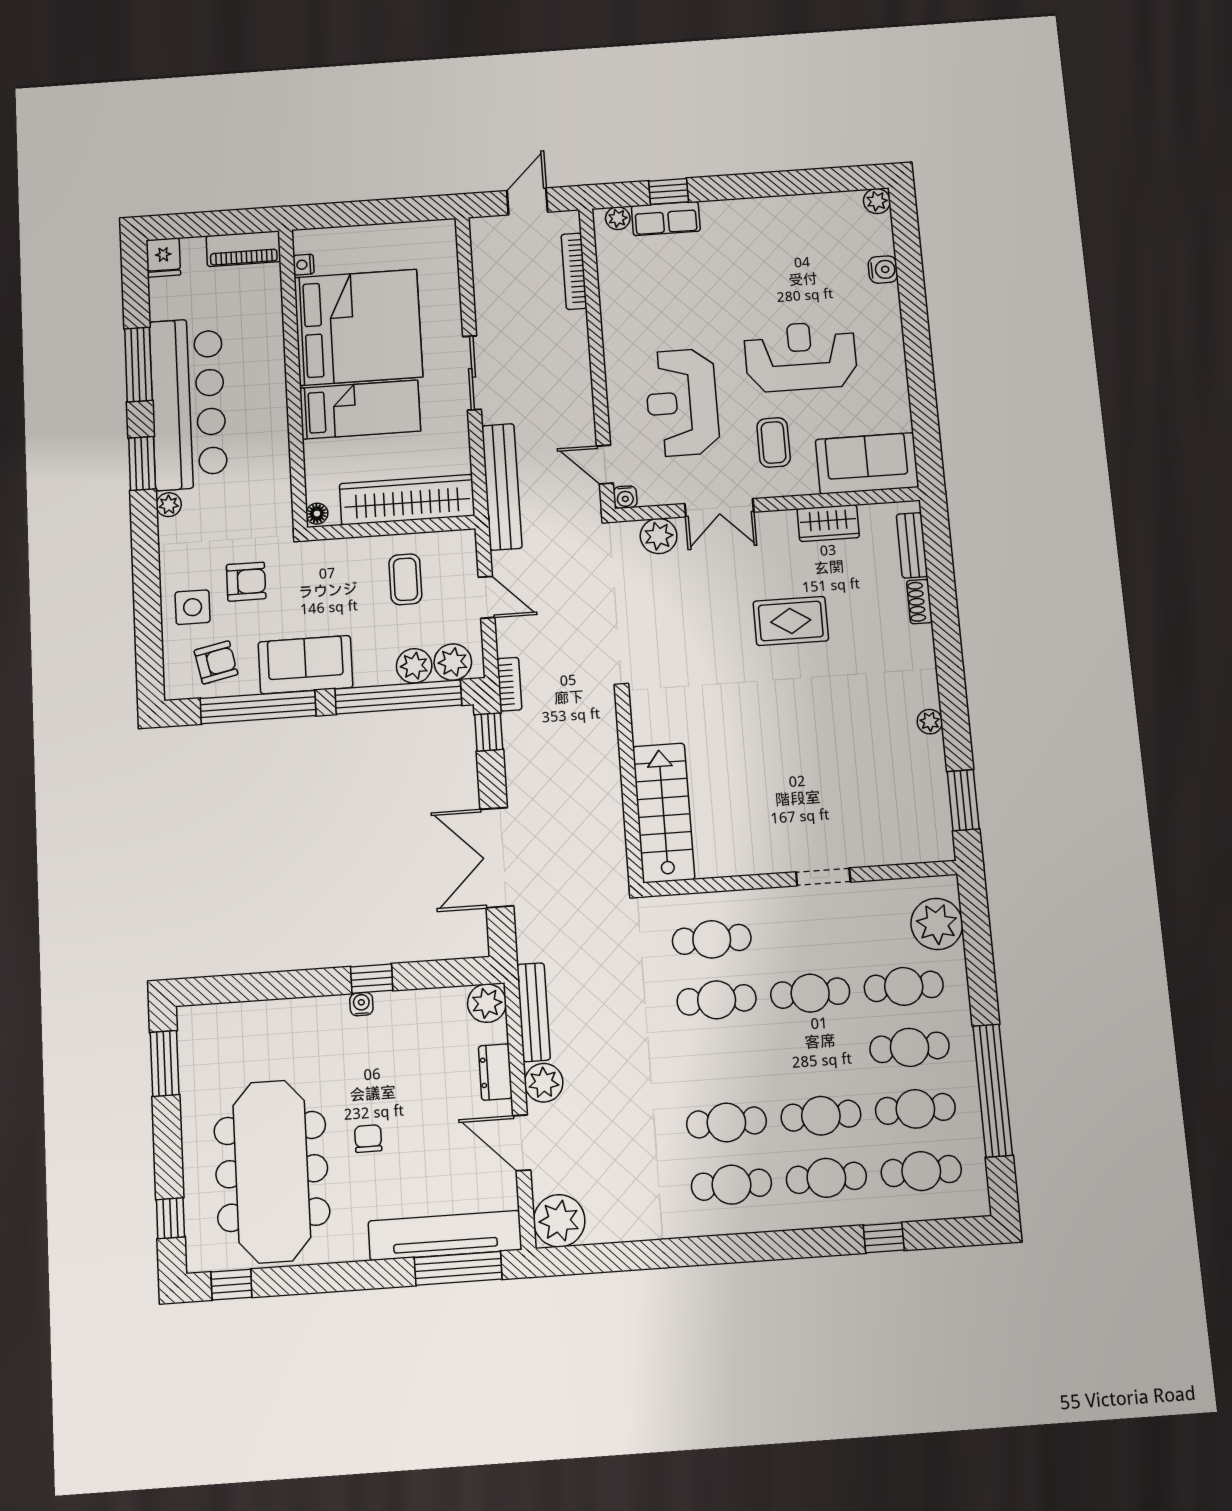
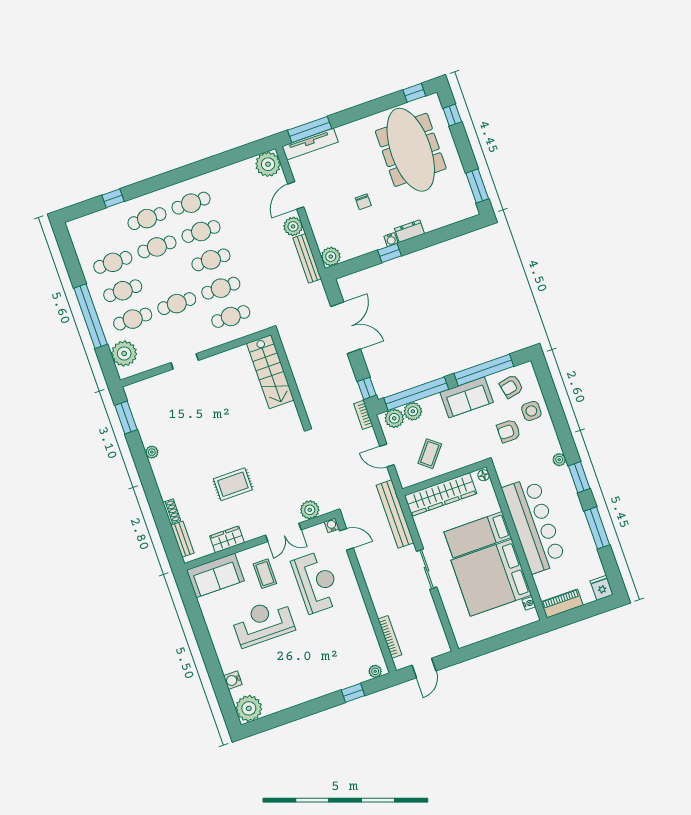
plant: (877, 201) -> (249, 708), width x1.87, depth x1.87
row of seats: (666, 219) -> (351, 678), removed
reception desk: (801, 356) -> (263, 623), turned 180
bar counter: (188, 403) -> (534, 525), moved, turned 180
double door: (719, 508) -> (283, 532), swing flipped
coffee table: (405, 579) -> (430, 454), turned 39
dresser: (495, 1072) -> (409, 231), moved, turned -90
window: (993, 1090) -> (91, 316), moved
chair: (368, 1139) -> (363, 202), moved
door: (522, 1143) -> (296, 195), swing flipped
cafe table: (921, 1171) -> (211, 260), moved
tv unit: (445, 1235) -> (310, 144), width x0.73, depth x0.78

